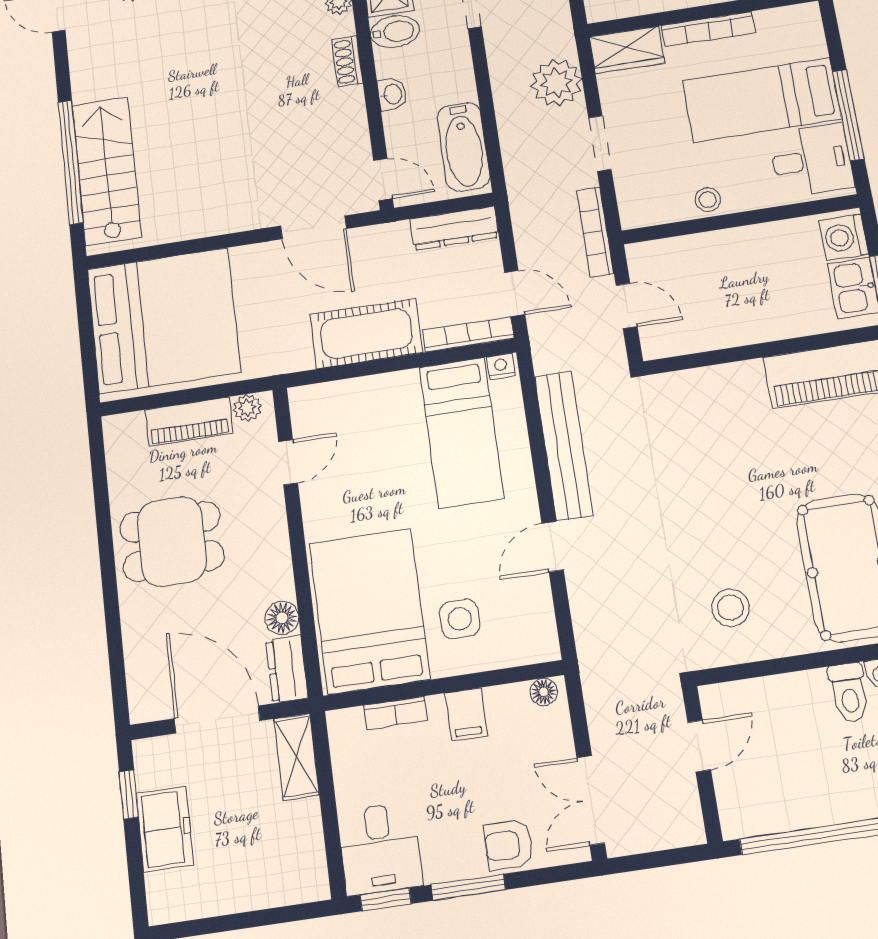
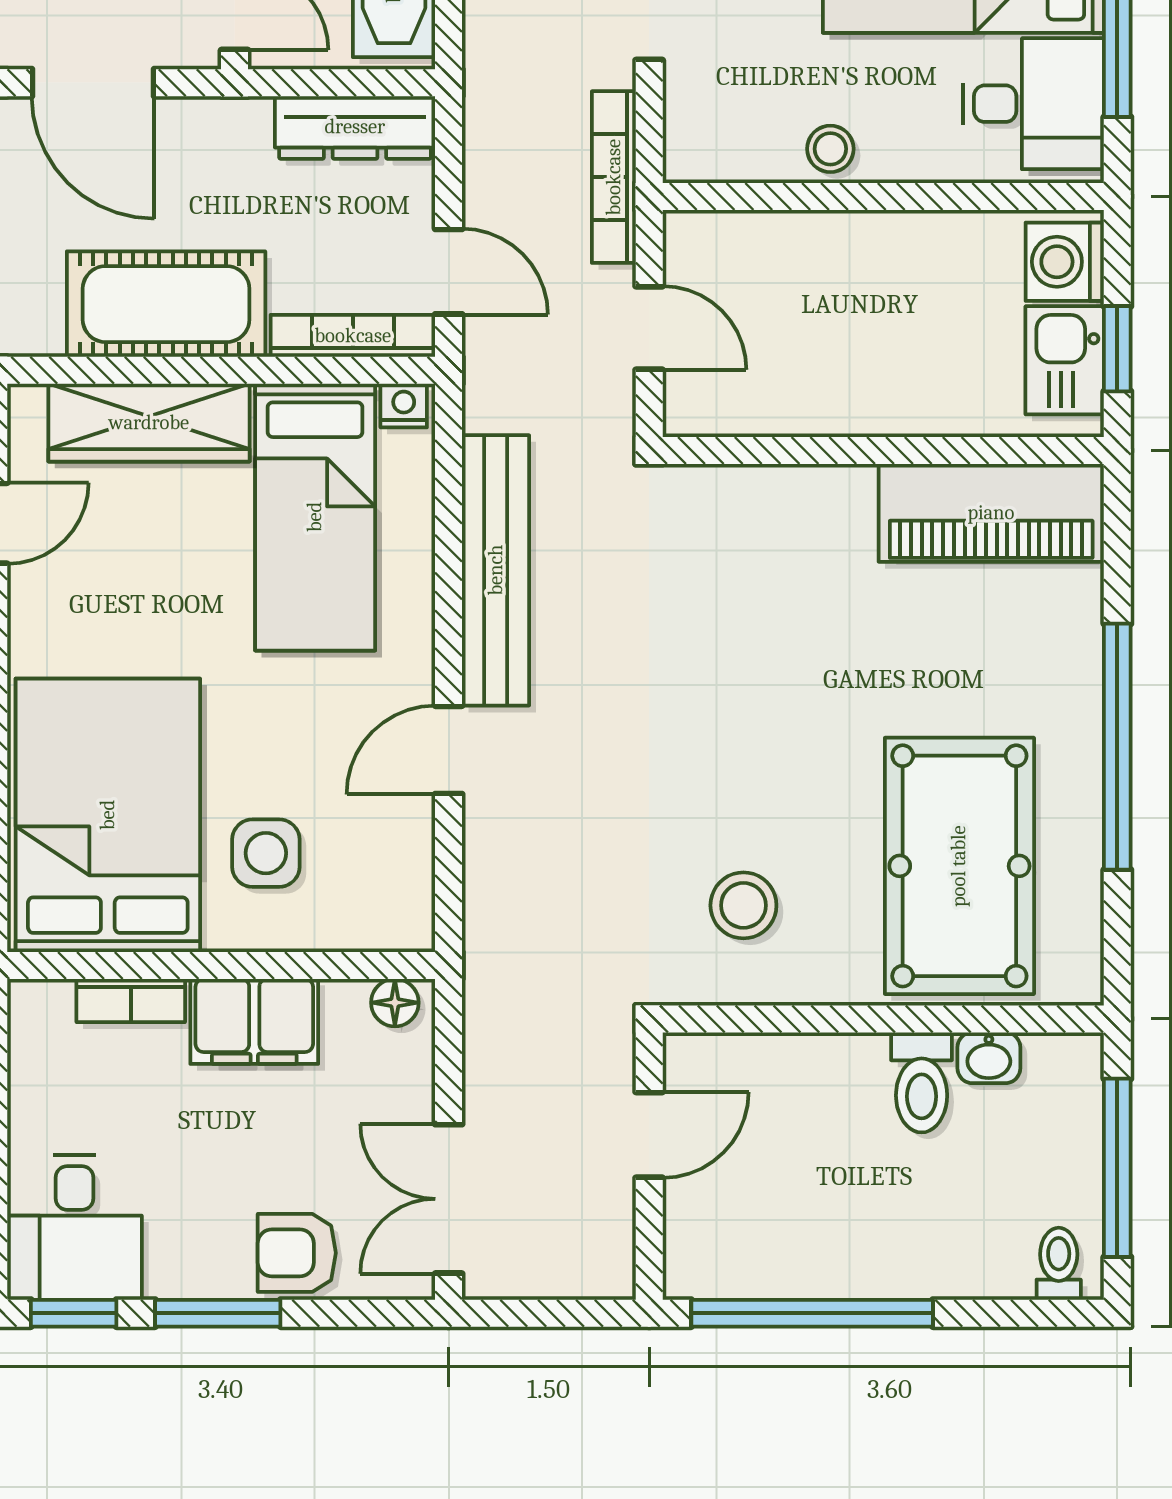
wardrobe: (365, 396) -> (149, 423), added
filing cabinet: (466, 714) -> (254, 1021), width x2.00

